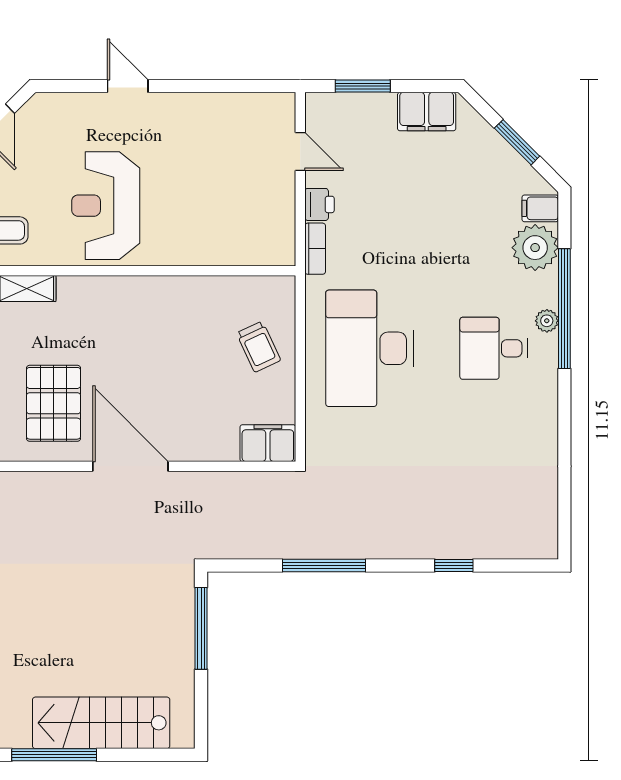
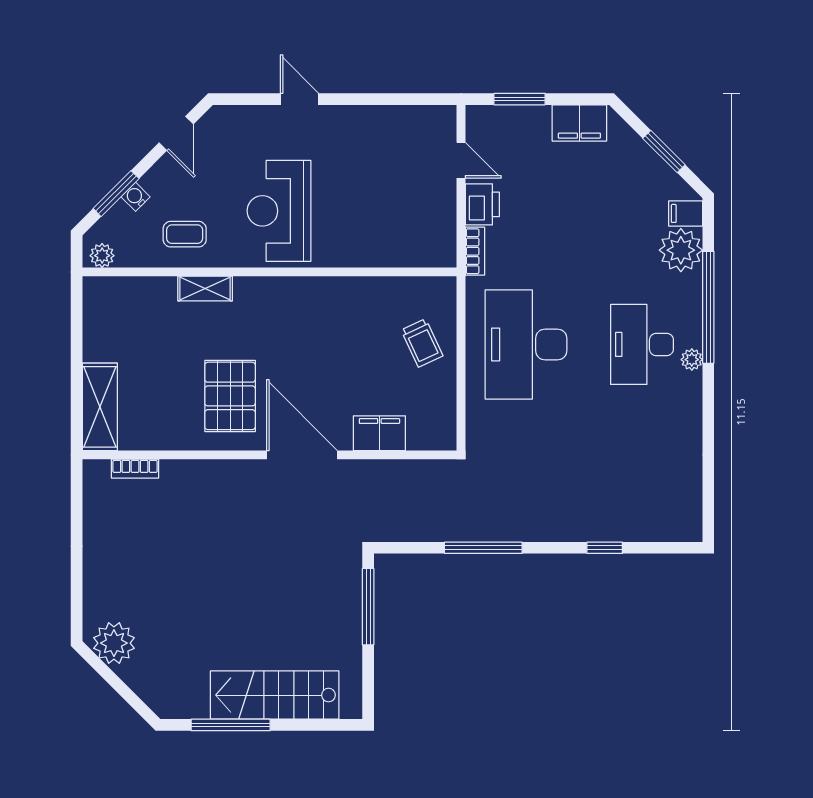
printer: (319, 204) -> (482, 204), width x1.36, depth x1.24
plant: (547, 321) -> (692, 360), moved
desk: (494, 348) -> (642, 344), width x1.37
filing cabinet: (268, 443) -> (379, 433), moved

